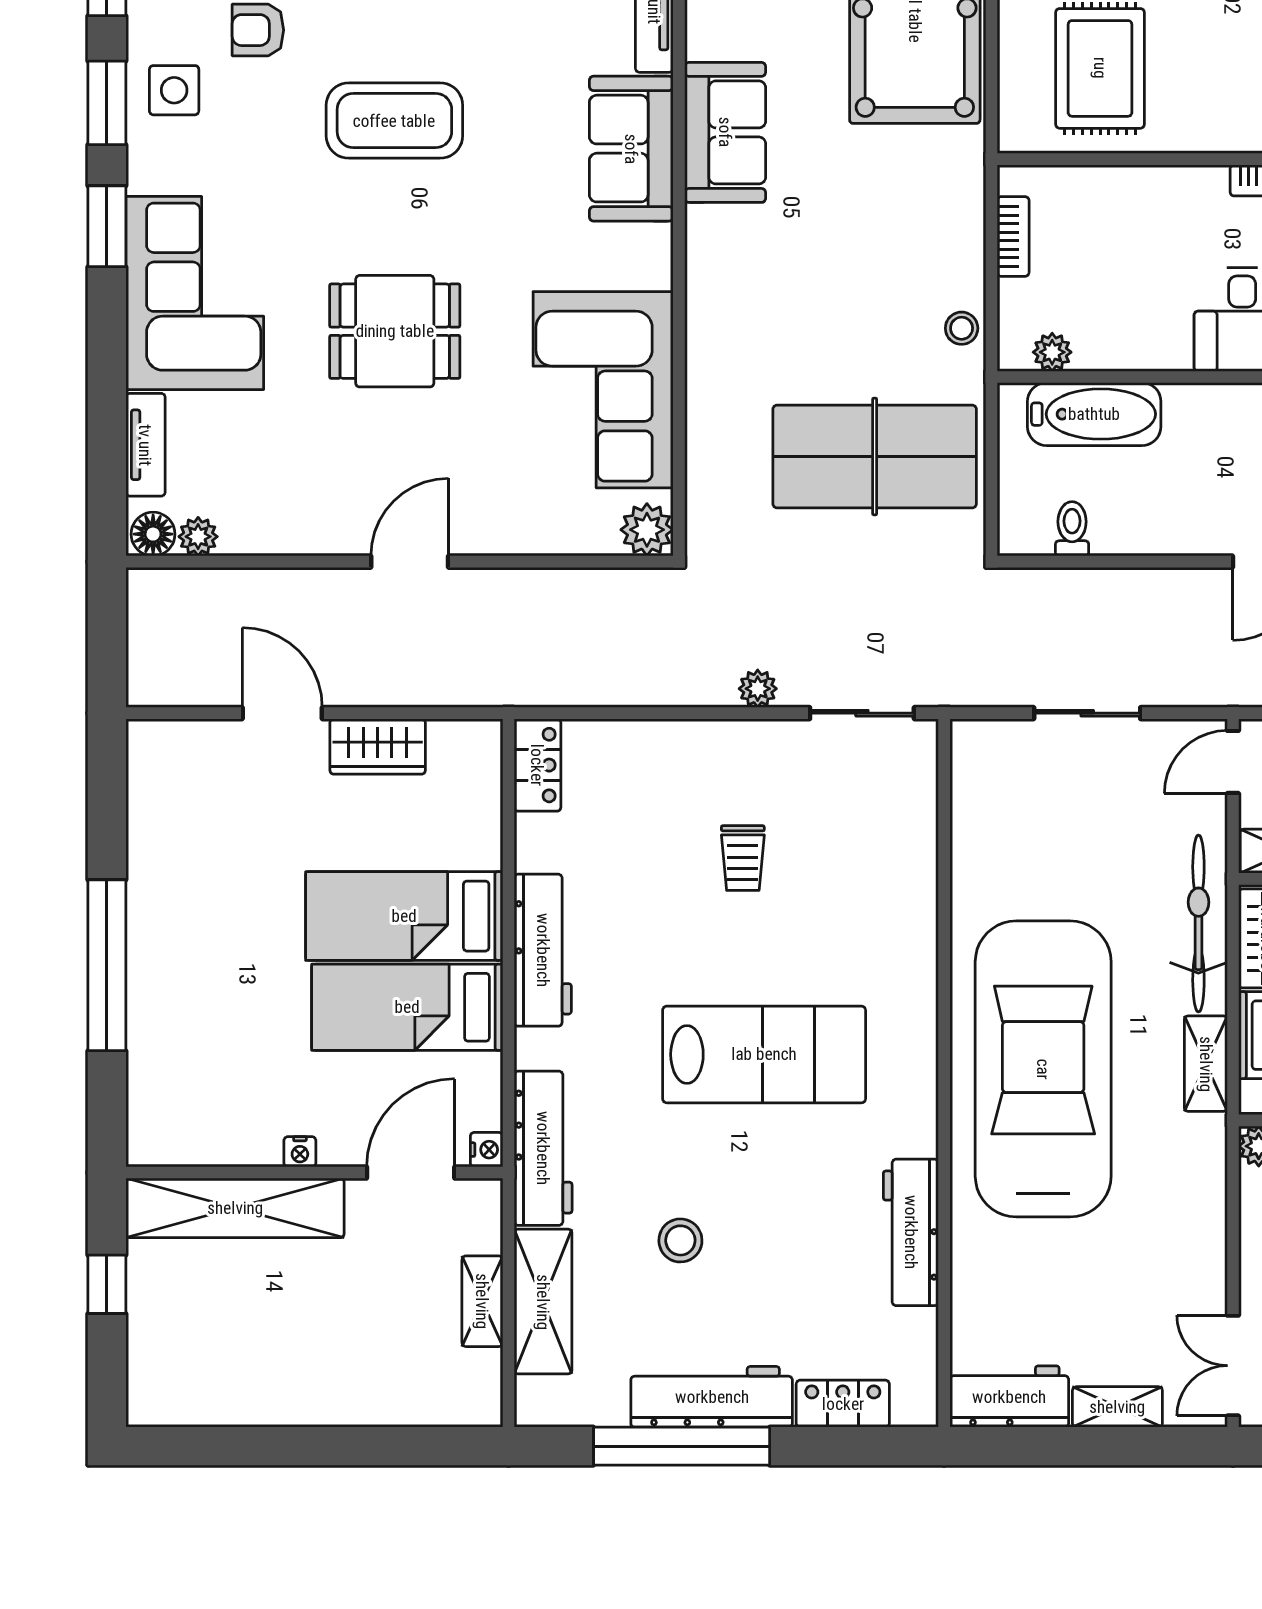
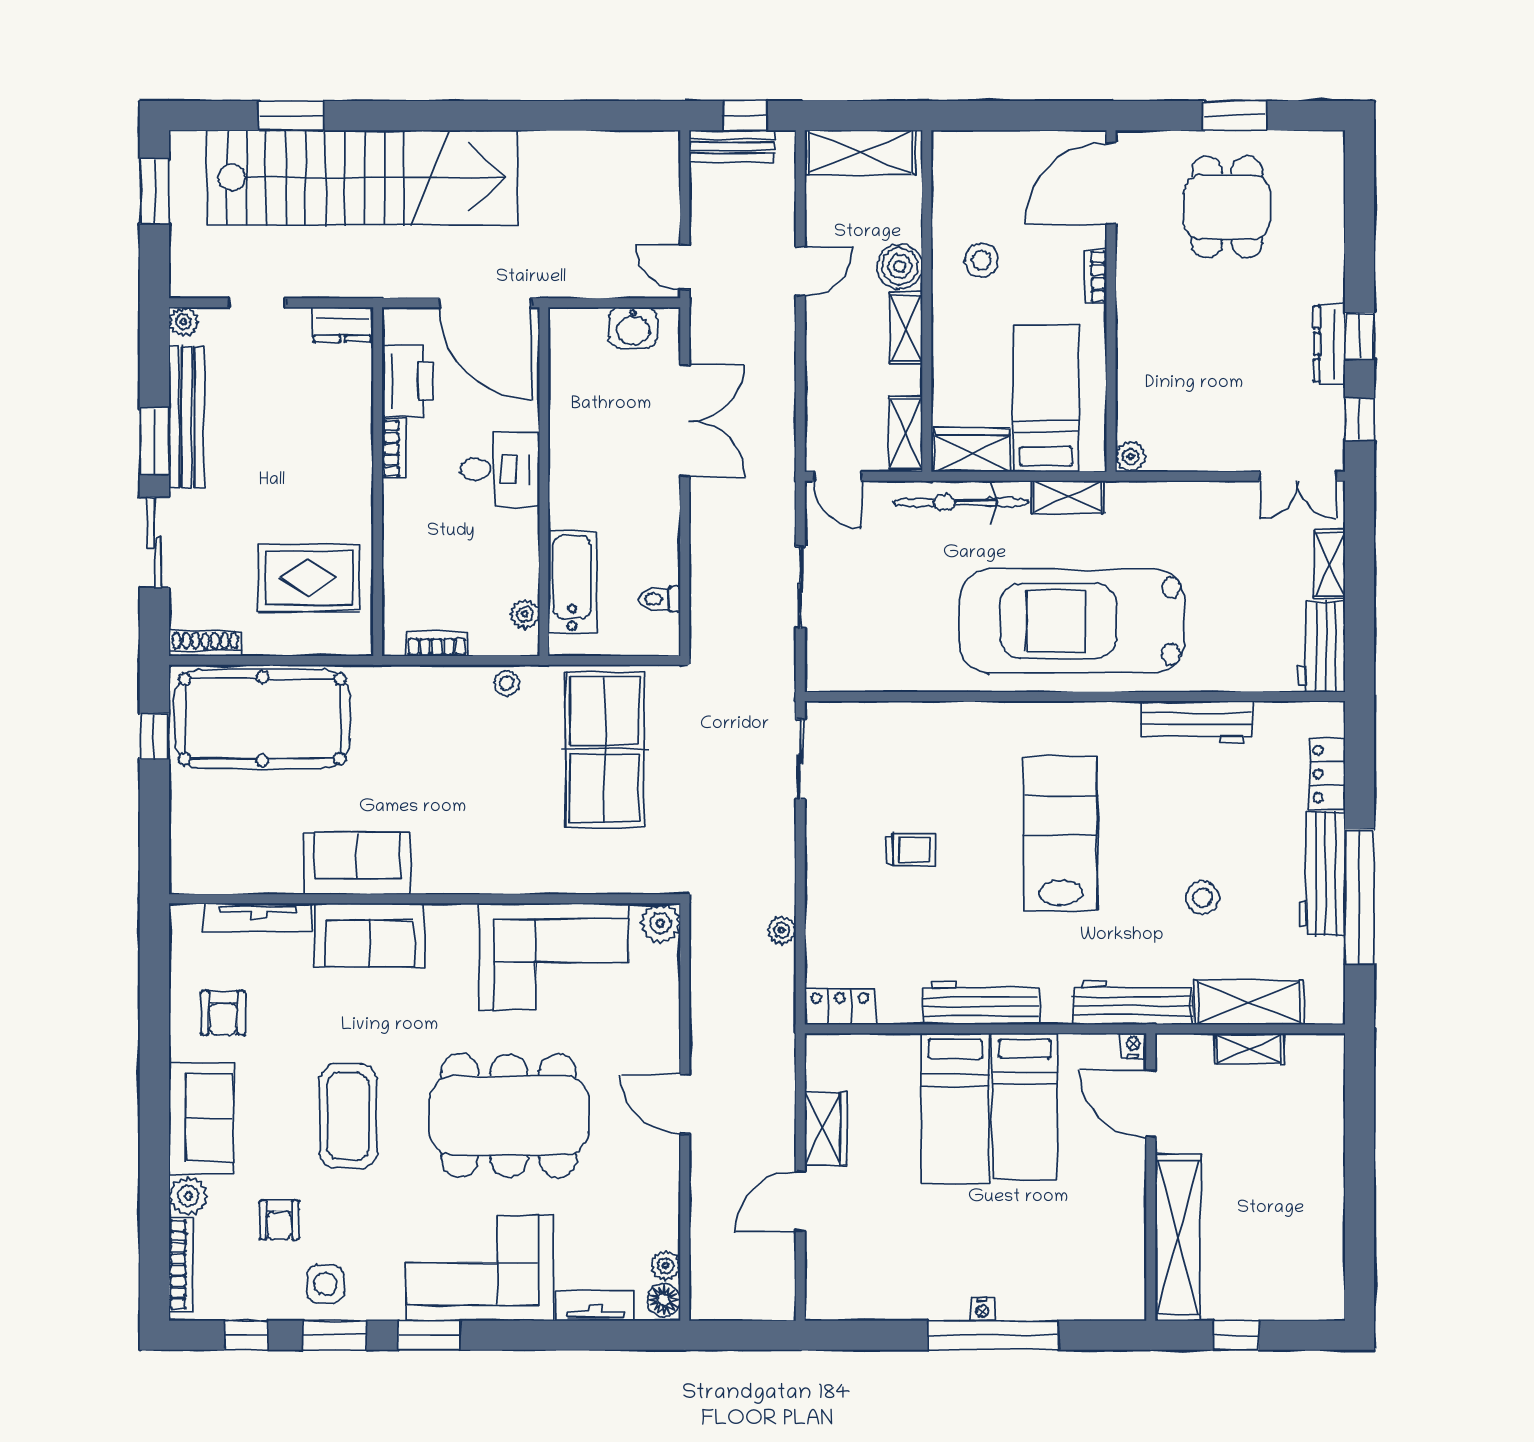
dining table: (395, 331) -> (509, 1116), width x1.88, depth x1.24
plant: (758, 689) -> (782, 930), moved
nightstand: (300, 1152) -> (982, 1309), moved, turned 90

